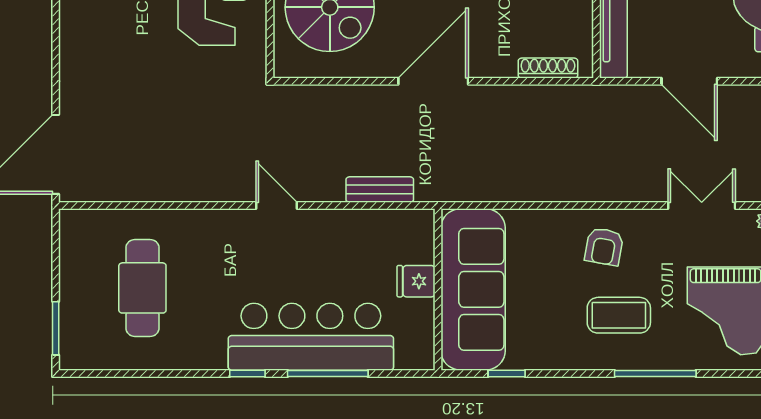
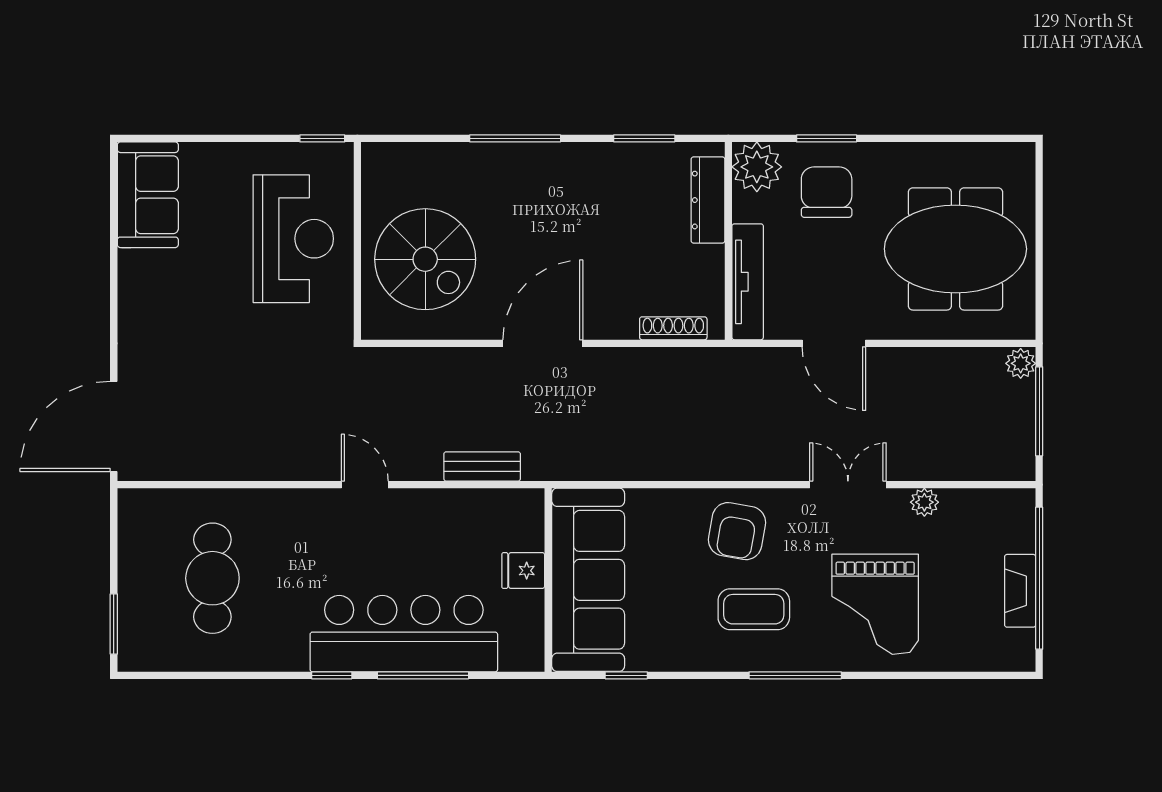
armchair: (604, 247) -> (737, 531), width x1.38, depth x1.38

